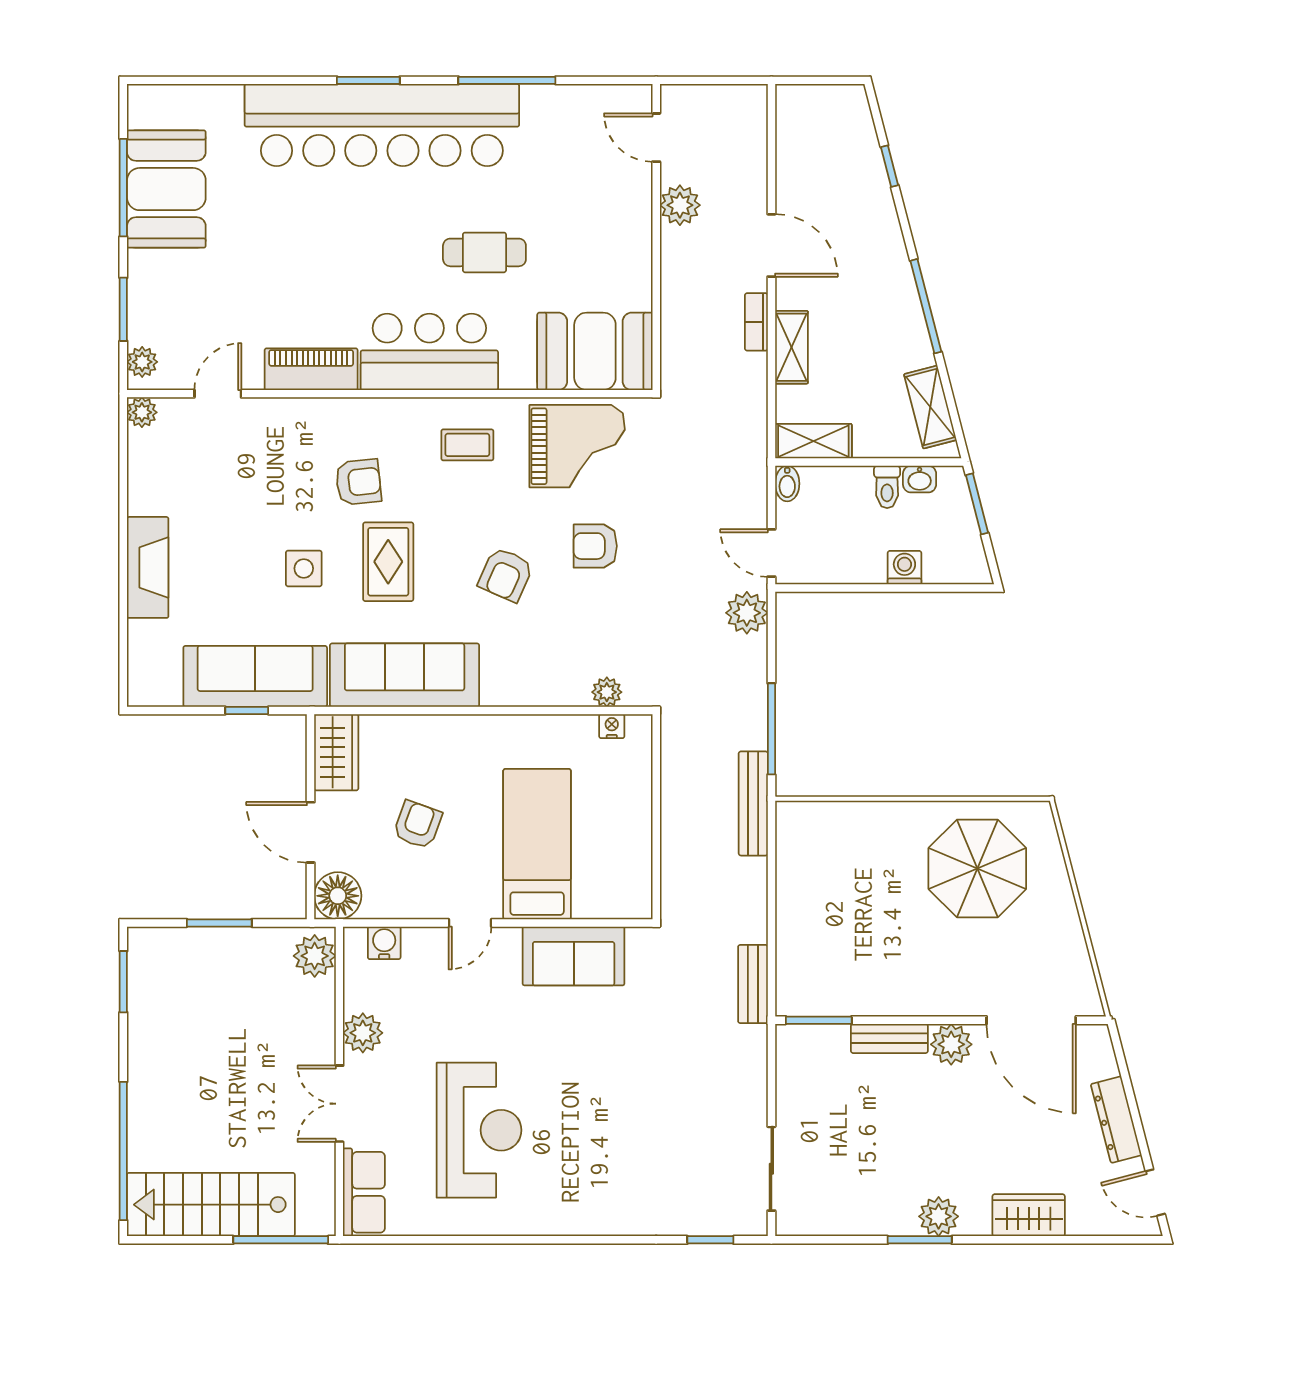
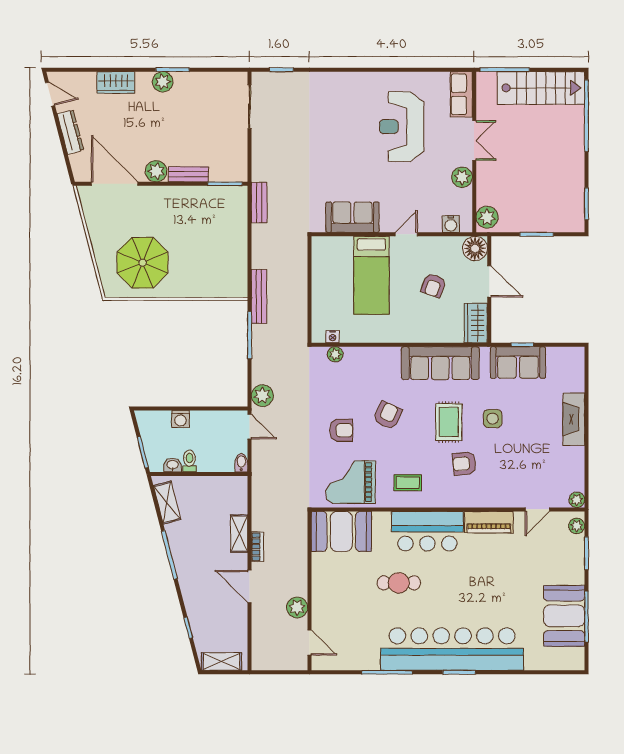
shelving: (813, 441) -> (222, 661), moved
sofa: (255, 676) -> (518, 363), width x0.73

